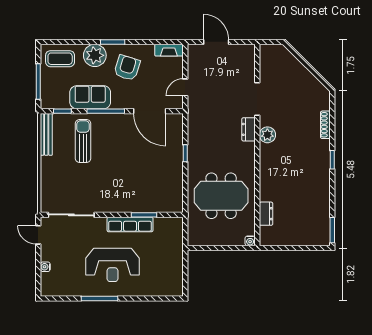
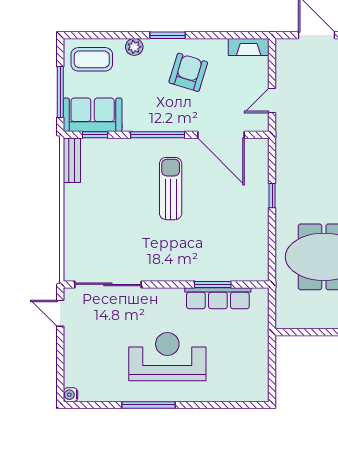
plant: (95, 55) -> (134, 47), width x0.53, depth x0.53
sofa: (90, 97) -> (93, 115), moved
bench: (46, 134) -> (72, 160), width x0.73
sun lounger: (83, 141) -> (171, 189), moved
row of seats: (130, 224) -> (218, 298), moved
reception desk: (113, 265) -> (167, 357), turned 180
water cooler: (45, 267) -> (70, 395), moved

